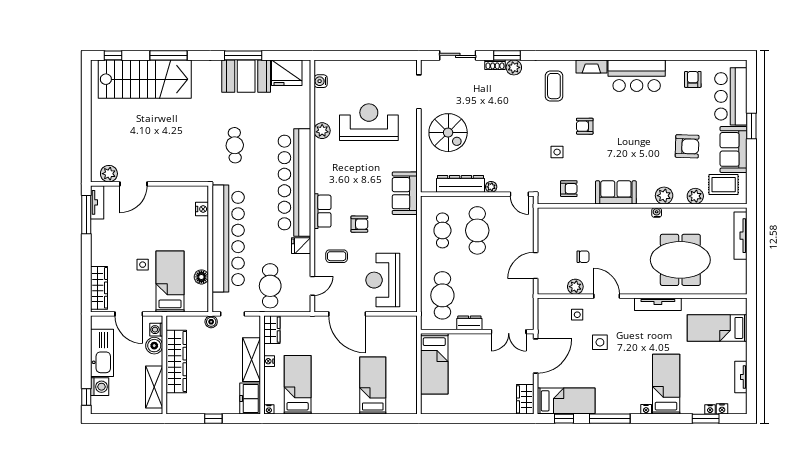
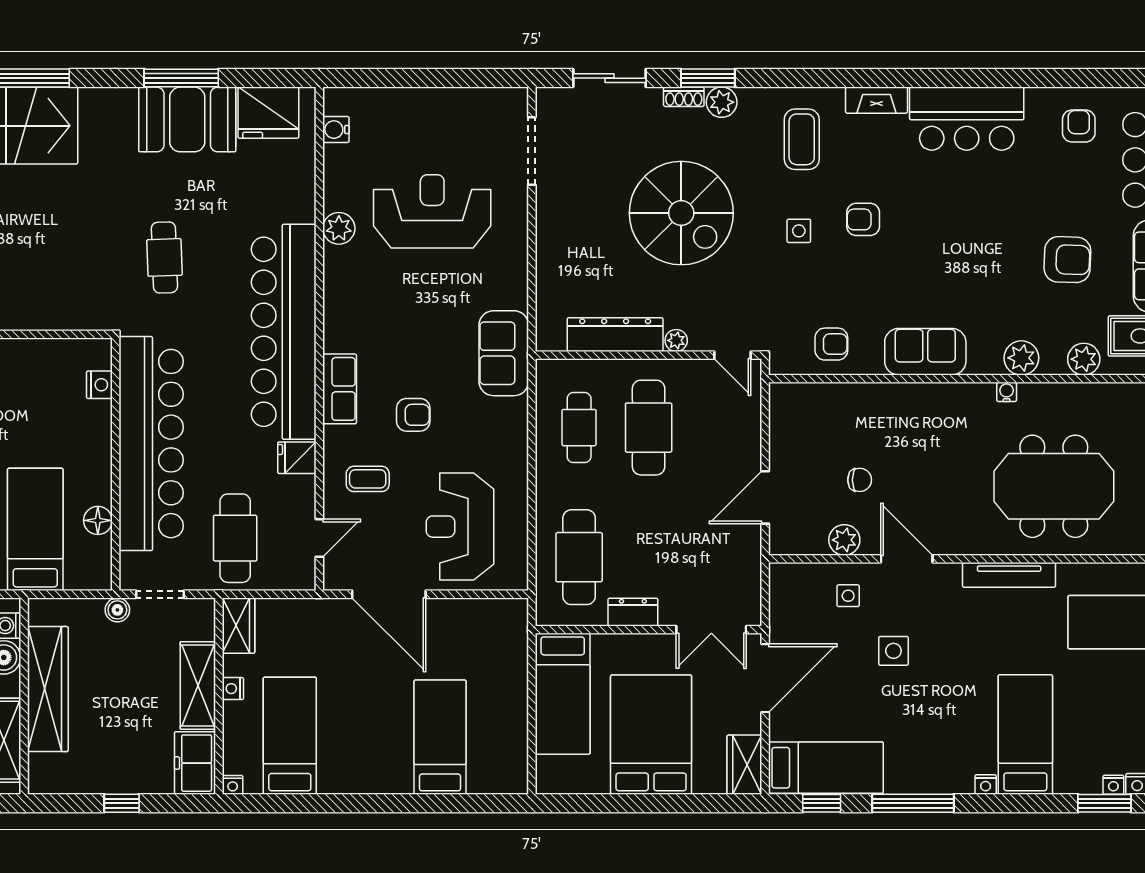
spiral stairs: (448, 133) -> (681, 213), moved, width x1.37, depth x1.37
side table: (557, 152) -> (799, 231), moved
bed: (479, 384) -> (651, 735), added

